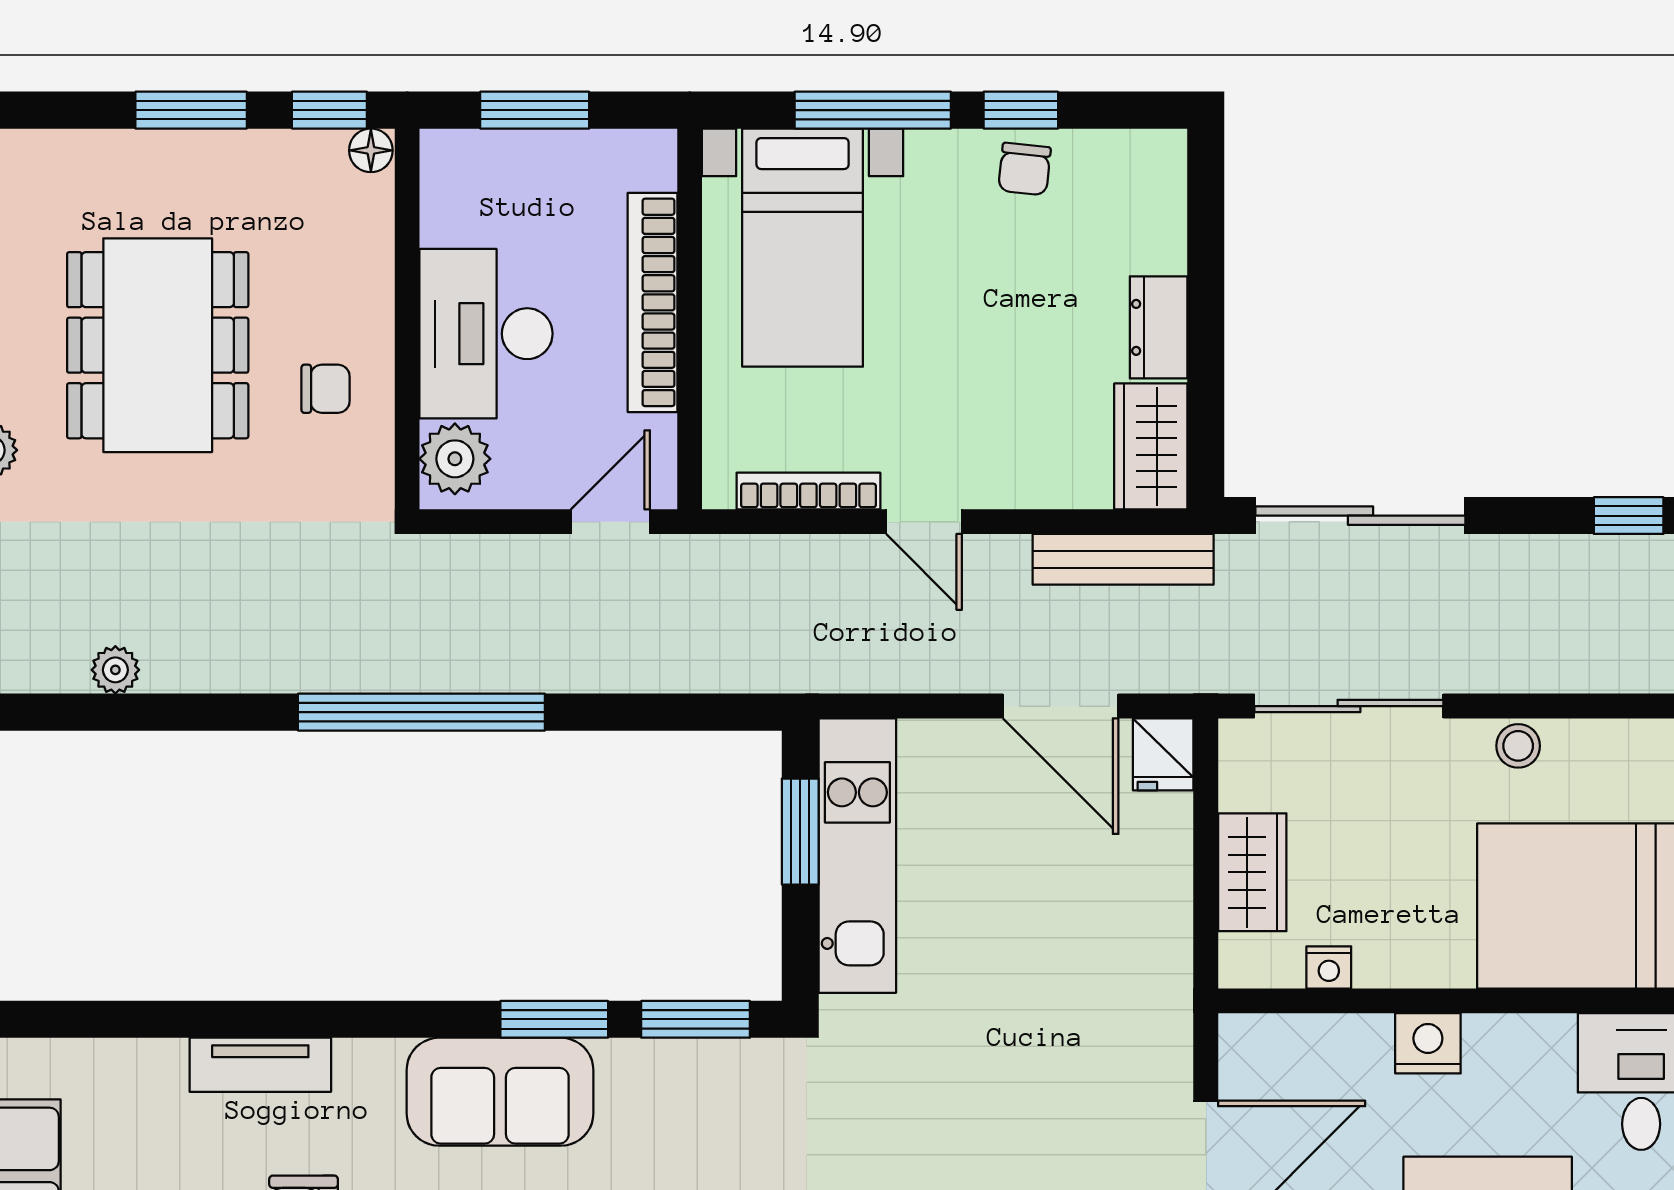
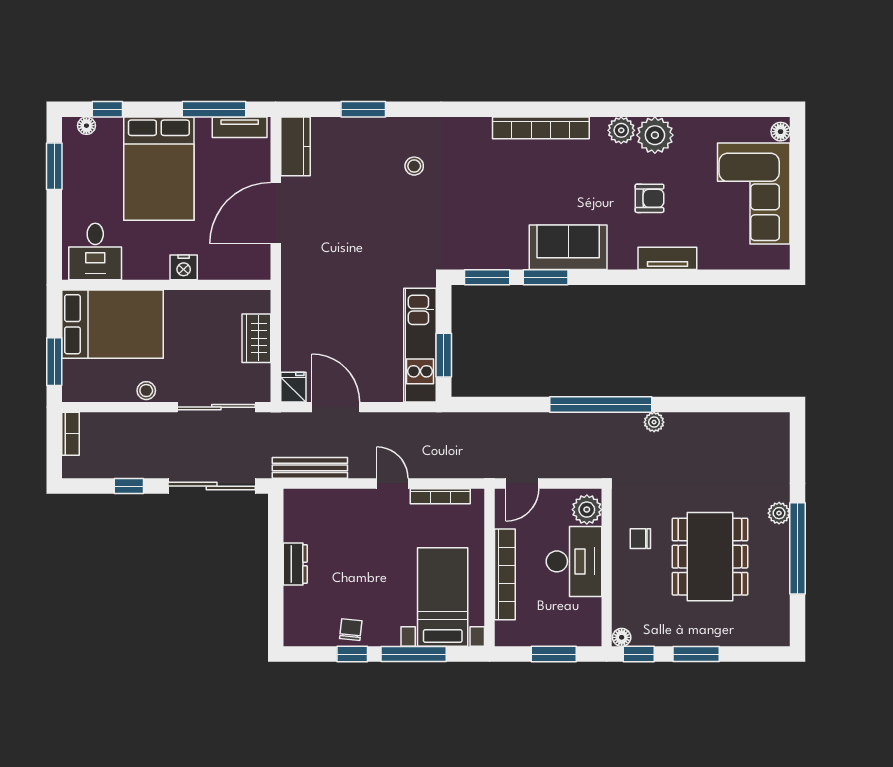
wardrobe: (1151, 446) -> (298, 515), removed
window: (1629, 516) -> (129, 486), moved
plant: (115, 670) -> (654, 422), moved
nightstand: (1329, 967) -> (225, 299), removed

